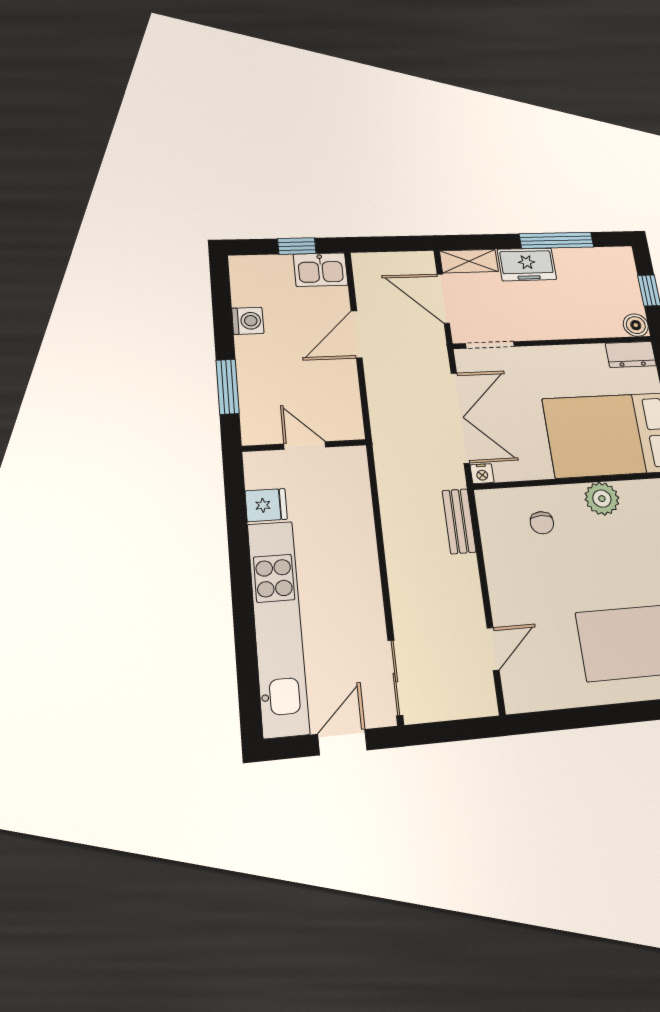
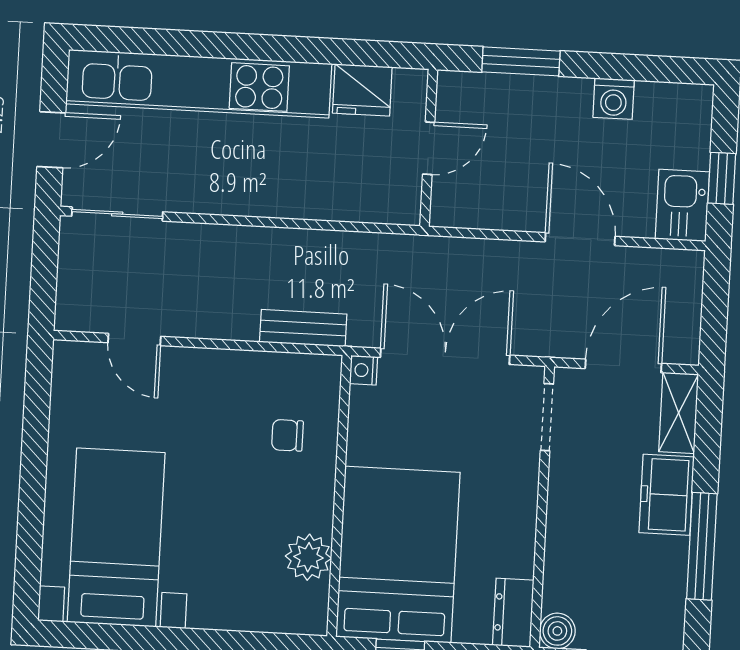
double door: (460, 418) -> (445, 356), swing flipped
plant: (602, 499) -> (308, 557), moved
fridge: (266, 505) -> (362, 90), width x1.38
door: (342, 742) -> (51, 140), hinge flipped

